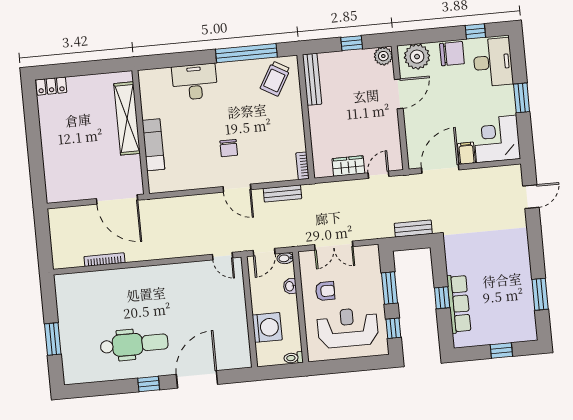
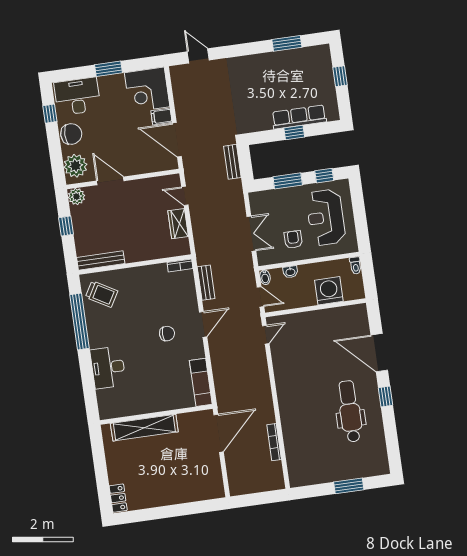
chair: (452, 54) -> (71, 134), turned 90
exam couch: (153, 145) -> (201, 382), moved, turned -90

